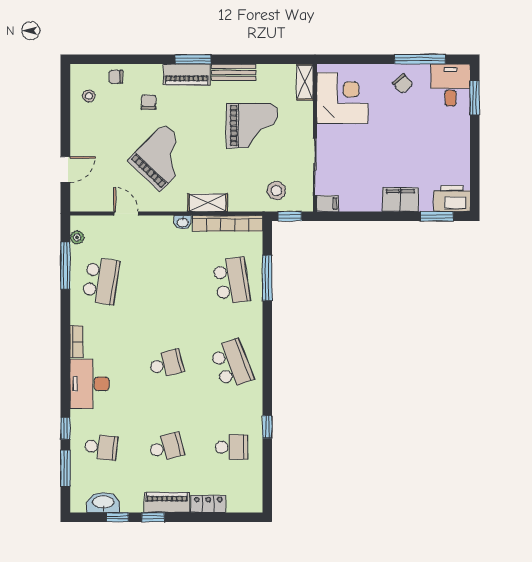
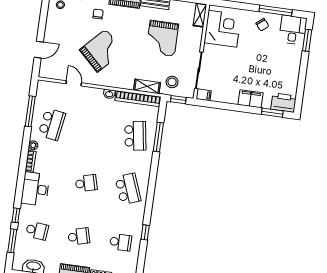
grand piano: (252, 126) -> (162, 38), turned 90
shelving: (208, 203) -> (147, 86), moved
plant: (77, 237) -> (33, 145), moved

